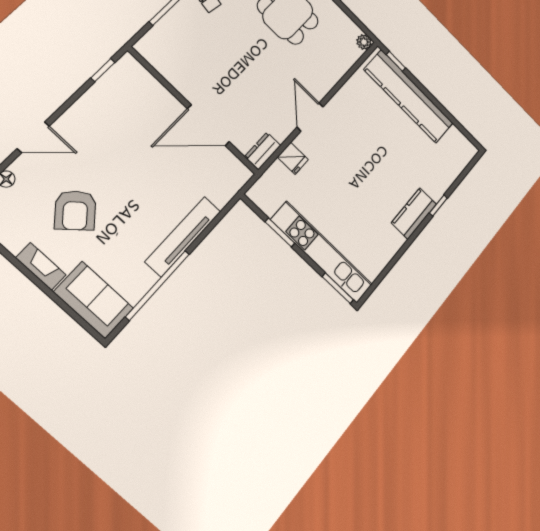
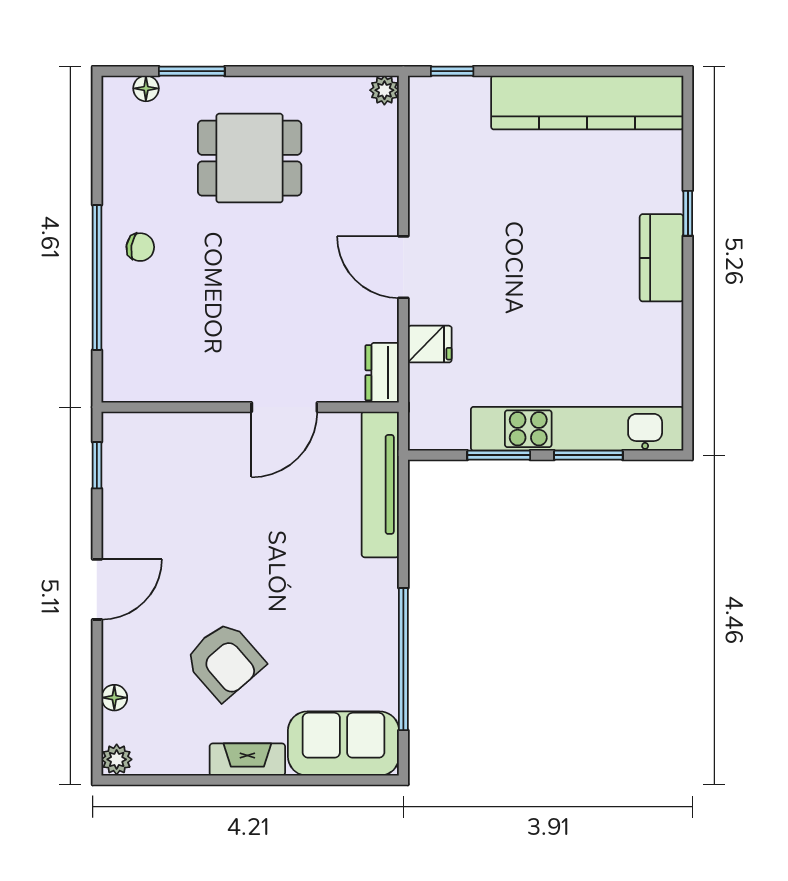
kitchen counter: (409, 97) -> (587, 102), moved
door: (208, 125) -> (284, 407), width x0.73
door: (33, 137) -> (97, 589), moved
tv unit: (183, 236) -> (380, 484), moved
window: (338, 288) -> (588, 455), moved

